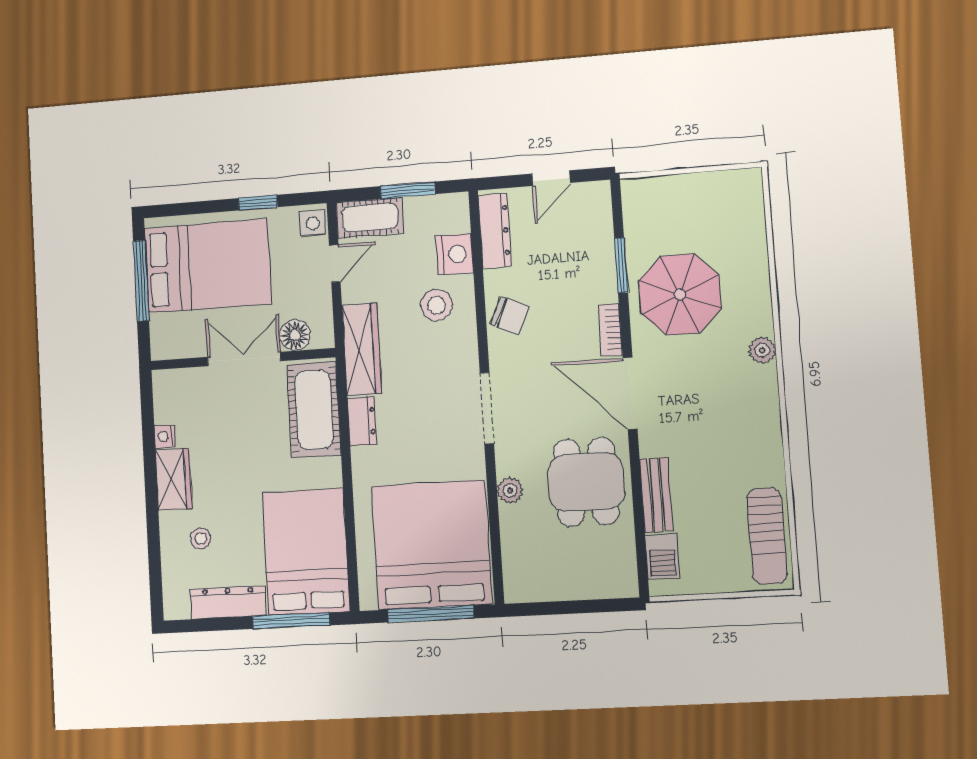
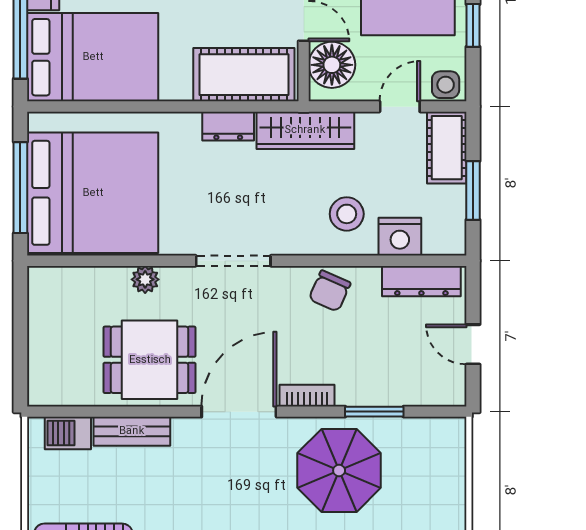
door: (335, 264) -> (400, 107), swing flipped
floor lamp: (295, 335) -> (332, 65), width x1.38, depth x1.38

